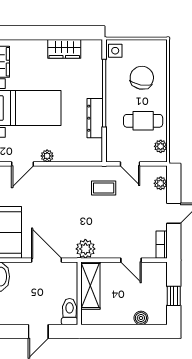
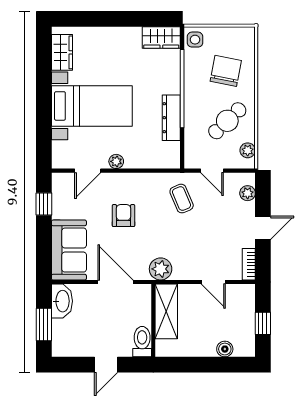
wardrobe: (64, 49) -> (161, 37), moved
cafe table: (143, 121) -> (227, 121), turned -44
coffee table: (104, 188) -> (182, 199), turned 67
armchair: (53, 203) -> (124, 216), added

